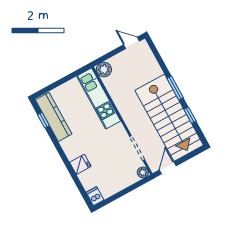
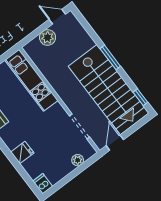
plant: (104, 69) -> (48, 37), moved
window: (190, 115) -> (140, 97), moved
plant: (143, 172) -> (78, 160), moved

